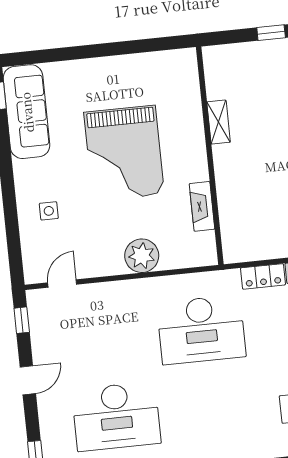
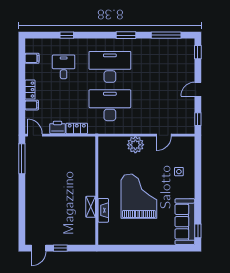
fireplace: (202, 206) -> (103, 210), moved
door: (62, 284) -> (164, 135), moved
desk: (116, 416) -> (110, 67), moved

